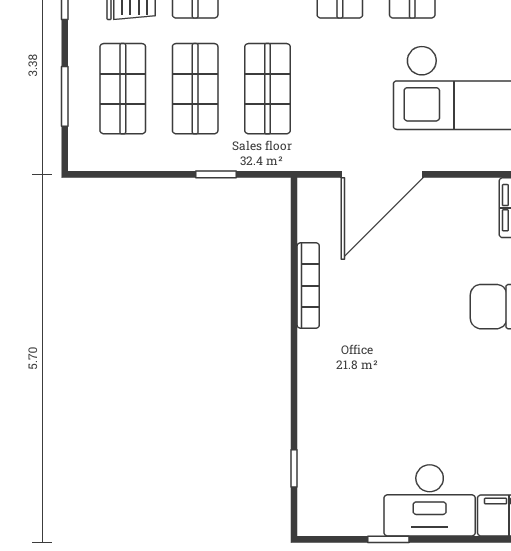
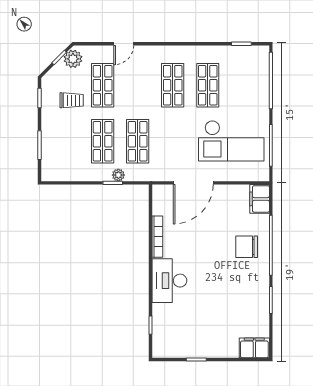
shop shelf: (123, 89) -> (68, 141), removed
plant: (228, 158) -> (118, 175), added
desk: (430, 500) -> (169, 281), moved, turned 90

